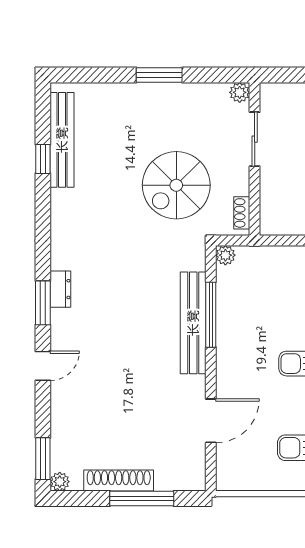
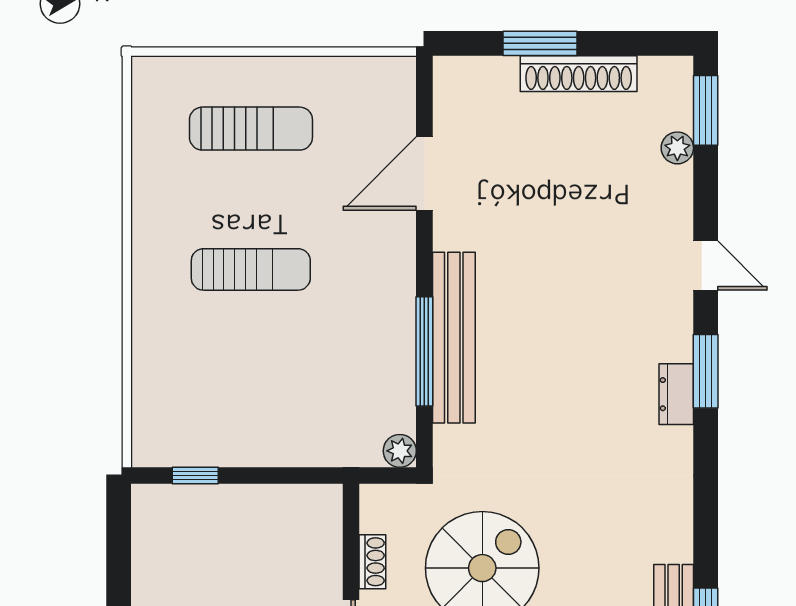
shoe rack: (242, 213) -> (372, 562), moved
door: (43, 366) -> (706, 266), swing flipped
plant: (60, 482) -> (677, 148), moved
window: (142, 499) -> (540, 43), width x0.69

